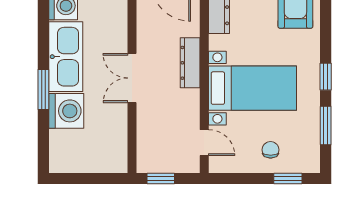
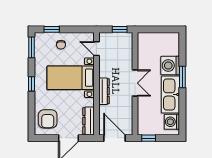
window: (326, 126) -> (31, 47), moved

